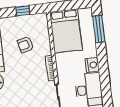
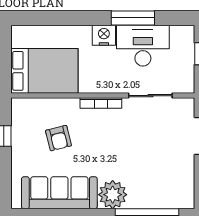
window: (99, 29) -> (133, 18), moved

